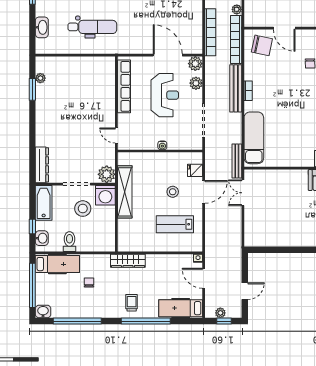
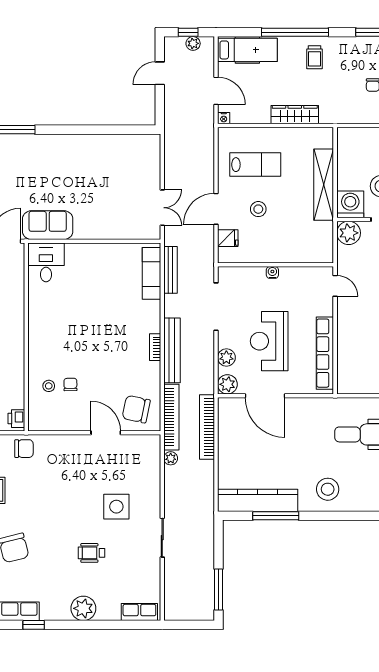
exam couch: (254, 138) -> (151, 273), width x0.73, depth x0.69
bench: (237, 161) -> (170, 270), moved
shelving: (125, 192) -> (324, 185), moved
wardrobe: (128, 261) -> (295, 115), moved

